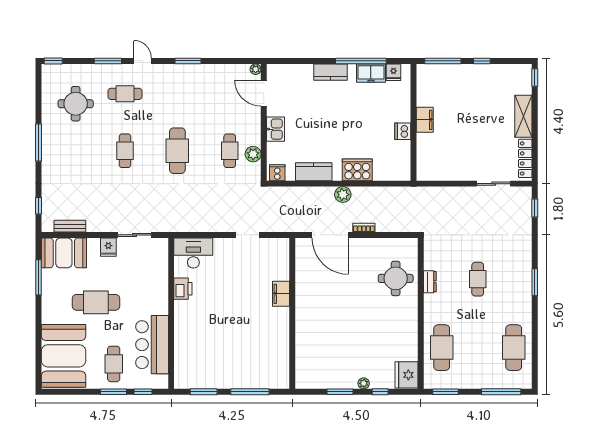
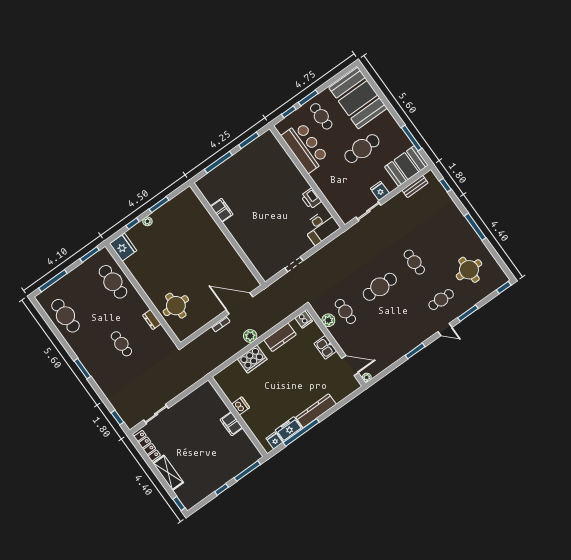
kitchen counter: (331, 72) -> (316, 411), width x1.50
cafe table: (177, 151) -> (380, 287), turned 90
filing cabinet: (281, 294) -> (222, 210), moved

